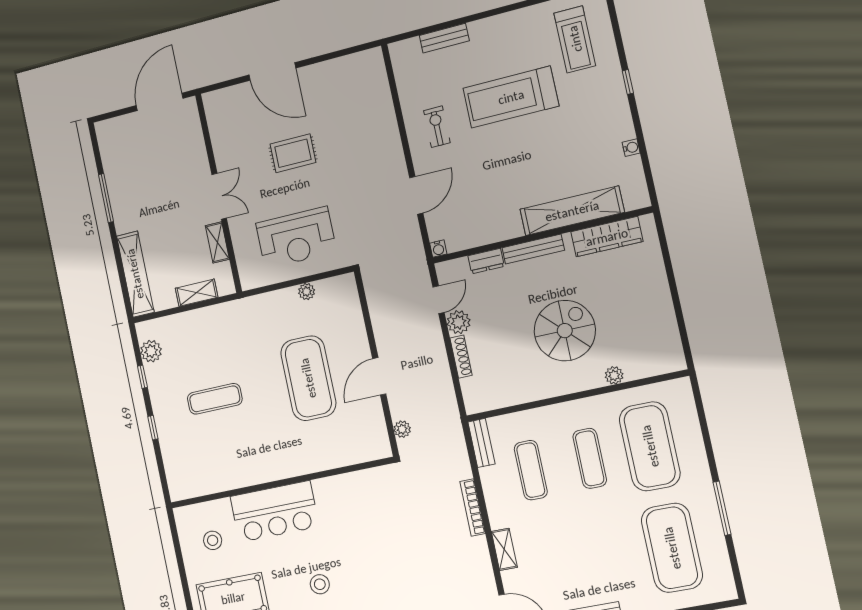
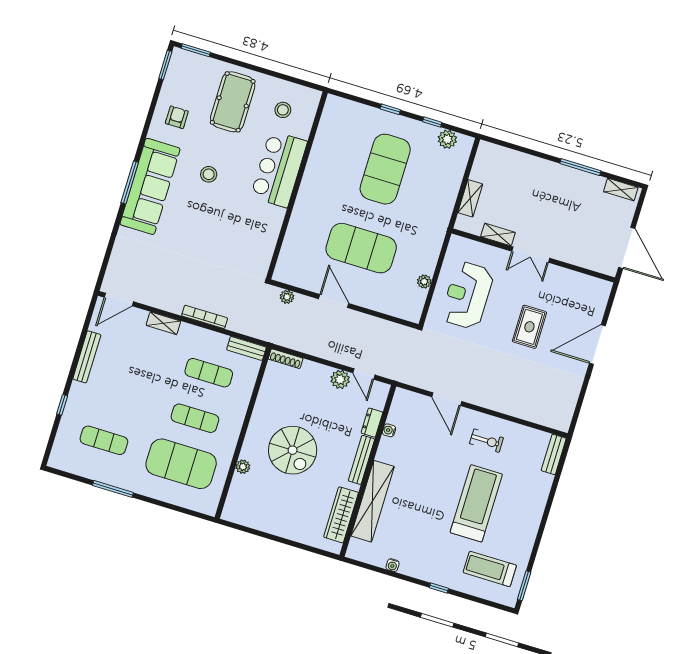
bench: (444, 38) -> (554, 454), moved
water cooler: (438, 249) -> (389, 430), moved
shelving: (135, 274) -> (621, 190), moved, width x0.45, depth x0.75
shoe rack: (461, 357) -> (286, 359), moved
exercise mat: (215, 399) -> (385, 169), width x2.00, depth x1.45
exercise mat: (672, 548) -> (104, 440), width x0.50, depth x0.69

